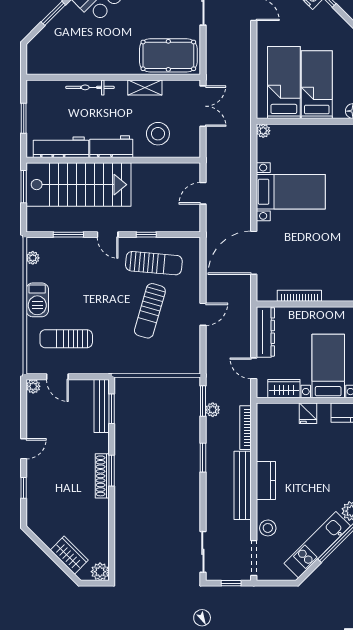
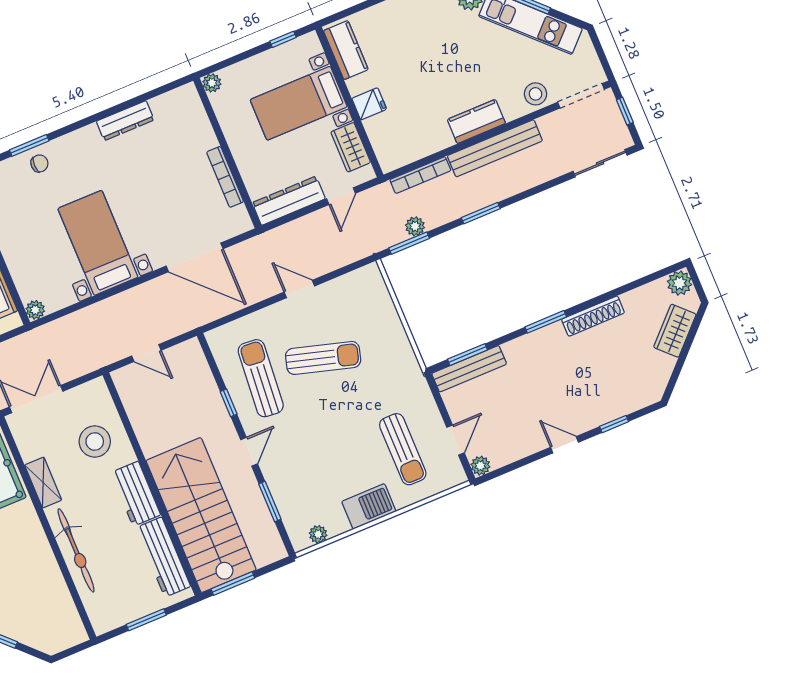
bicycle: (90, 87) -> (76, 550), width x1.37, depth x1.40
shoe rack: (102, 476) -> (593, 316), moved

